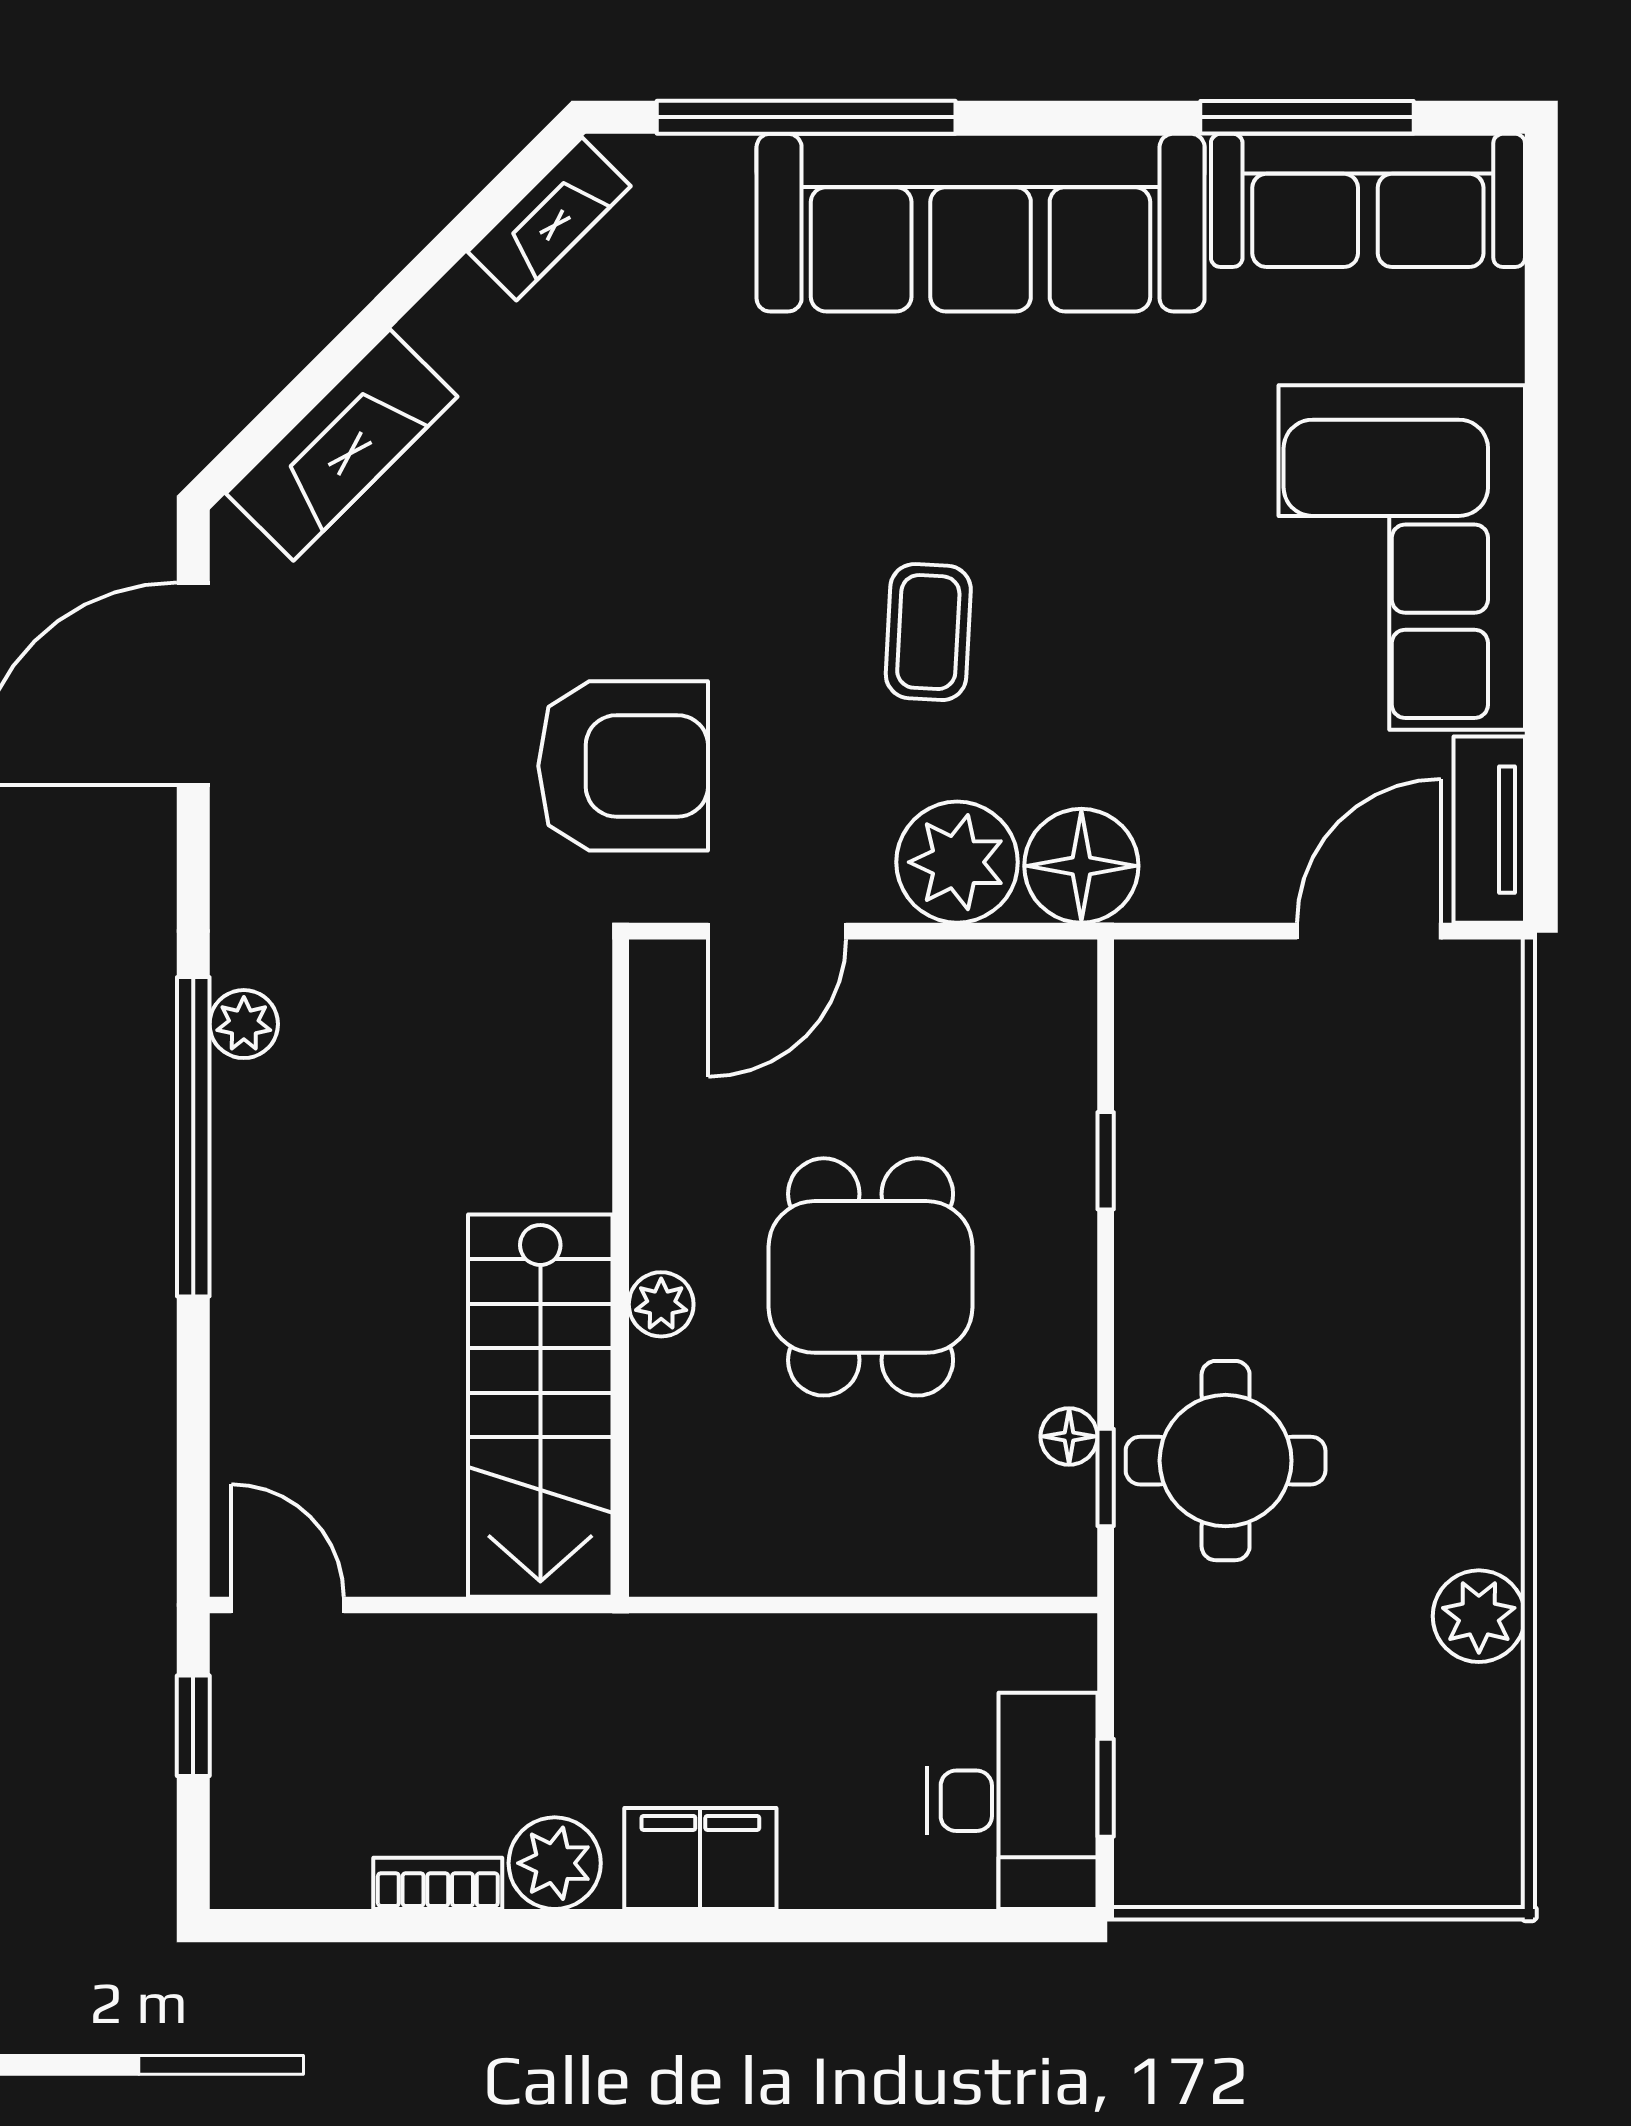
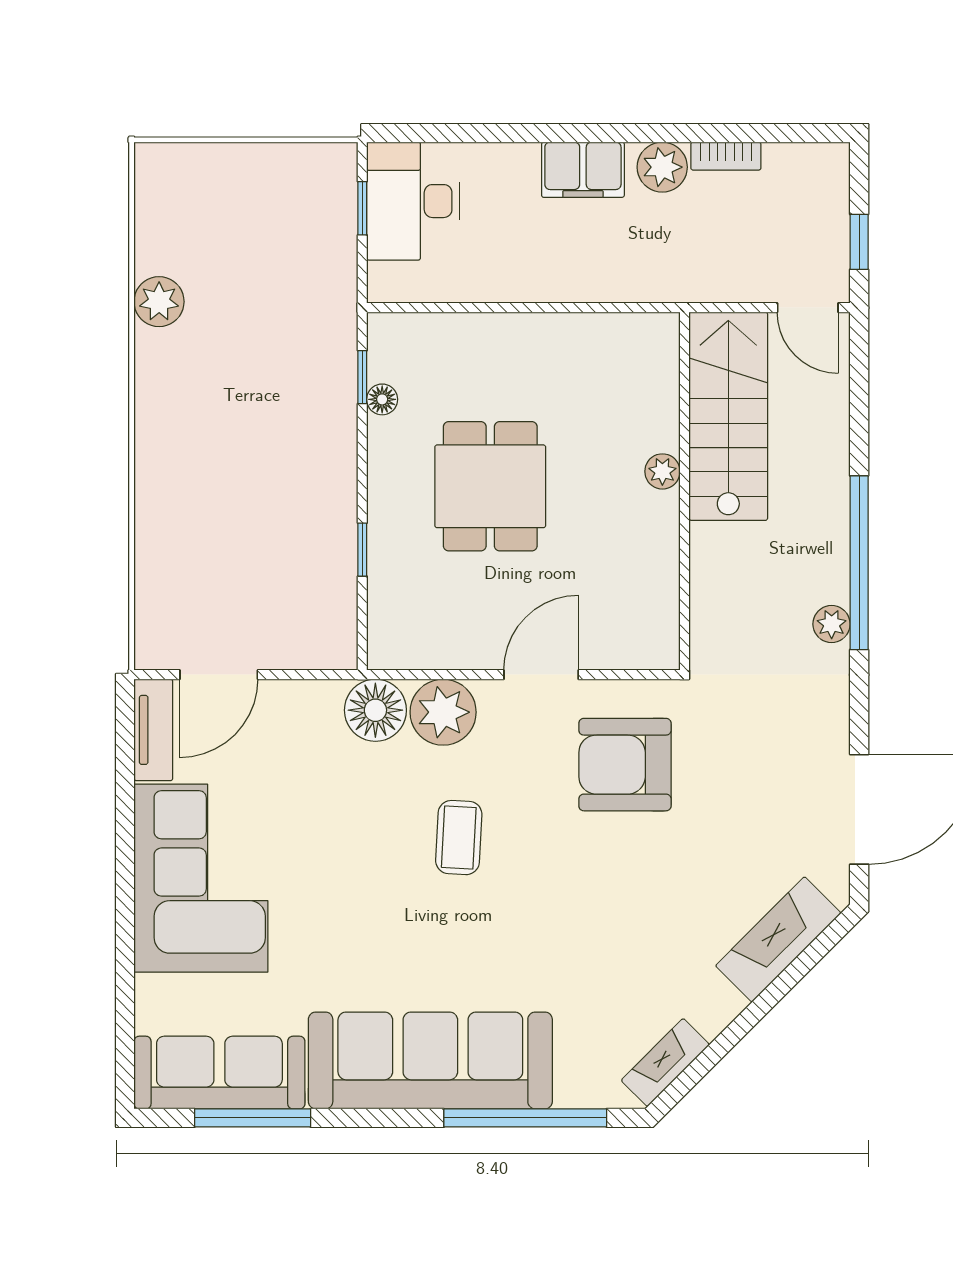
wall: (621, 1268) -> (685, 491), moved
plant: (661, 1304) -> (662, 471), moved
stairs: (540, 1406) -> (728, 416), moved
round table: (1226, 1461) -> (297, 386), removed

